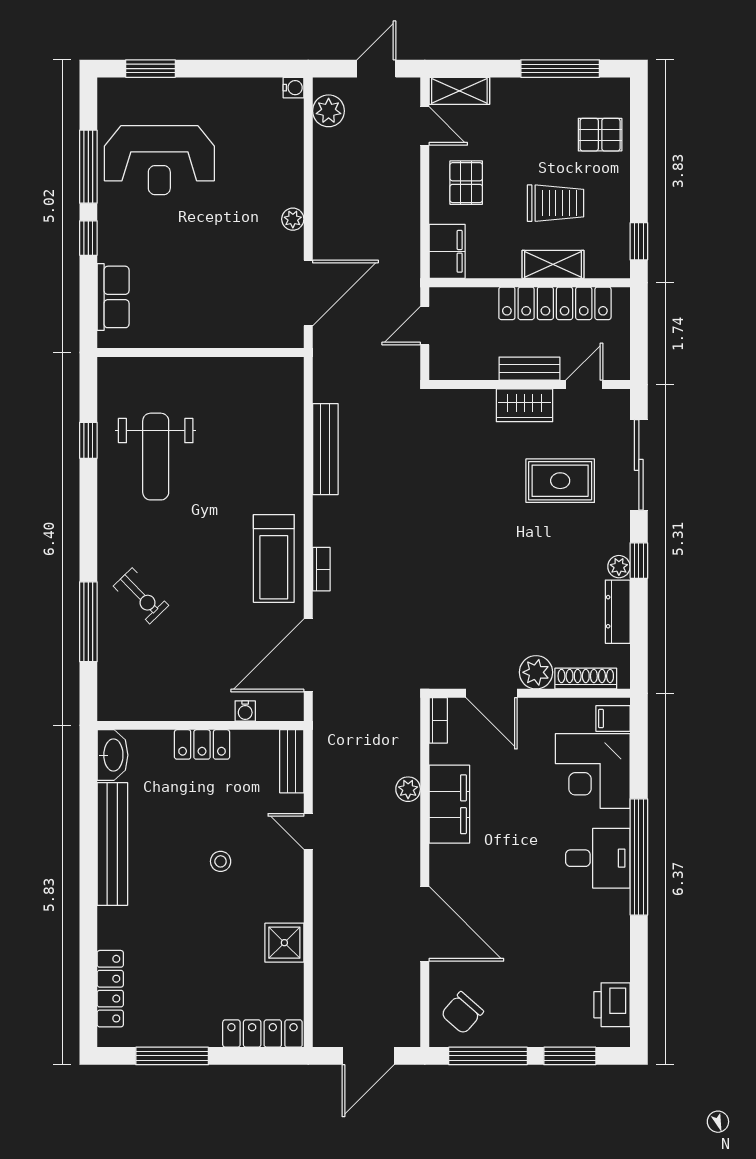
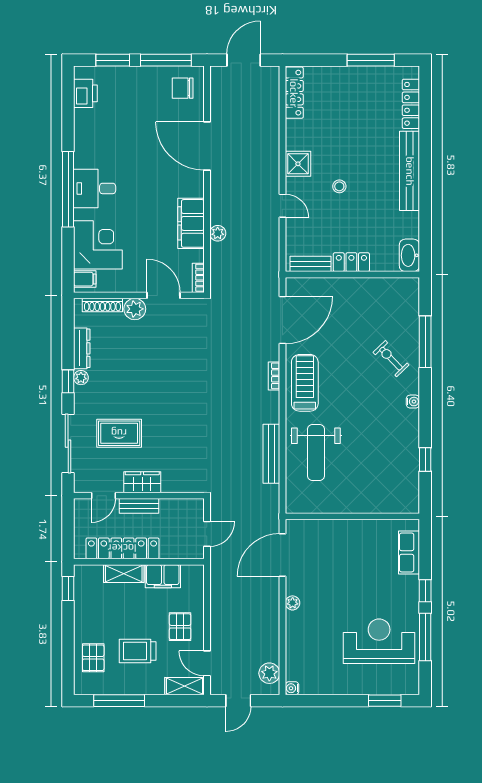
pallet: (600, 135) -> (93, 658), turned 90
trolley: (555, 203) -> (138, 651), moved
filing cabinet: (447, 251) -> (163, 576), moved, turned -90
weight bench: (156, 457) -> (316, 453), moved, turned 180
water cooler: (245, 711) -> (413, 402), moved, turned 90
bench: (292, 761) -> (310, 264), moved, turned 90
bench: (112, 844) -> (410, 171), moved
shower: (284, 943) -> (298, 164), moved
chair: (462, 1013) -> (183, 88), turned -131
locker: (262, 1034) -> (294, 93), moved, turned -90

